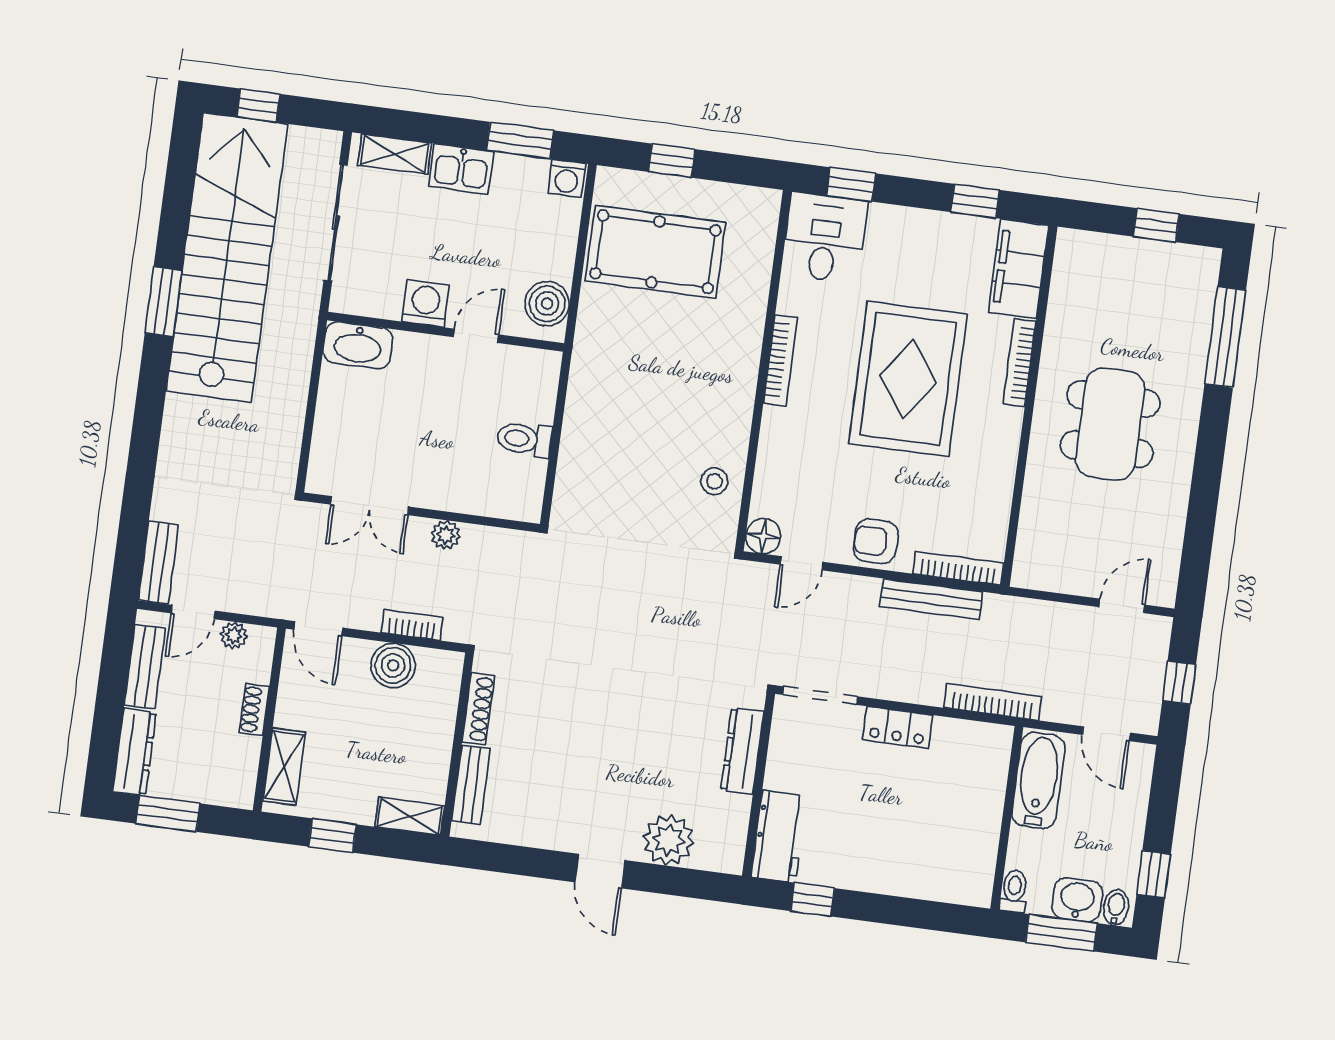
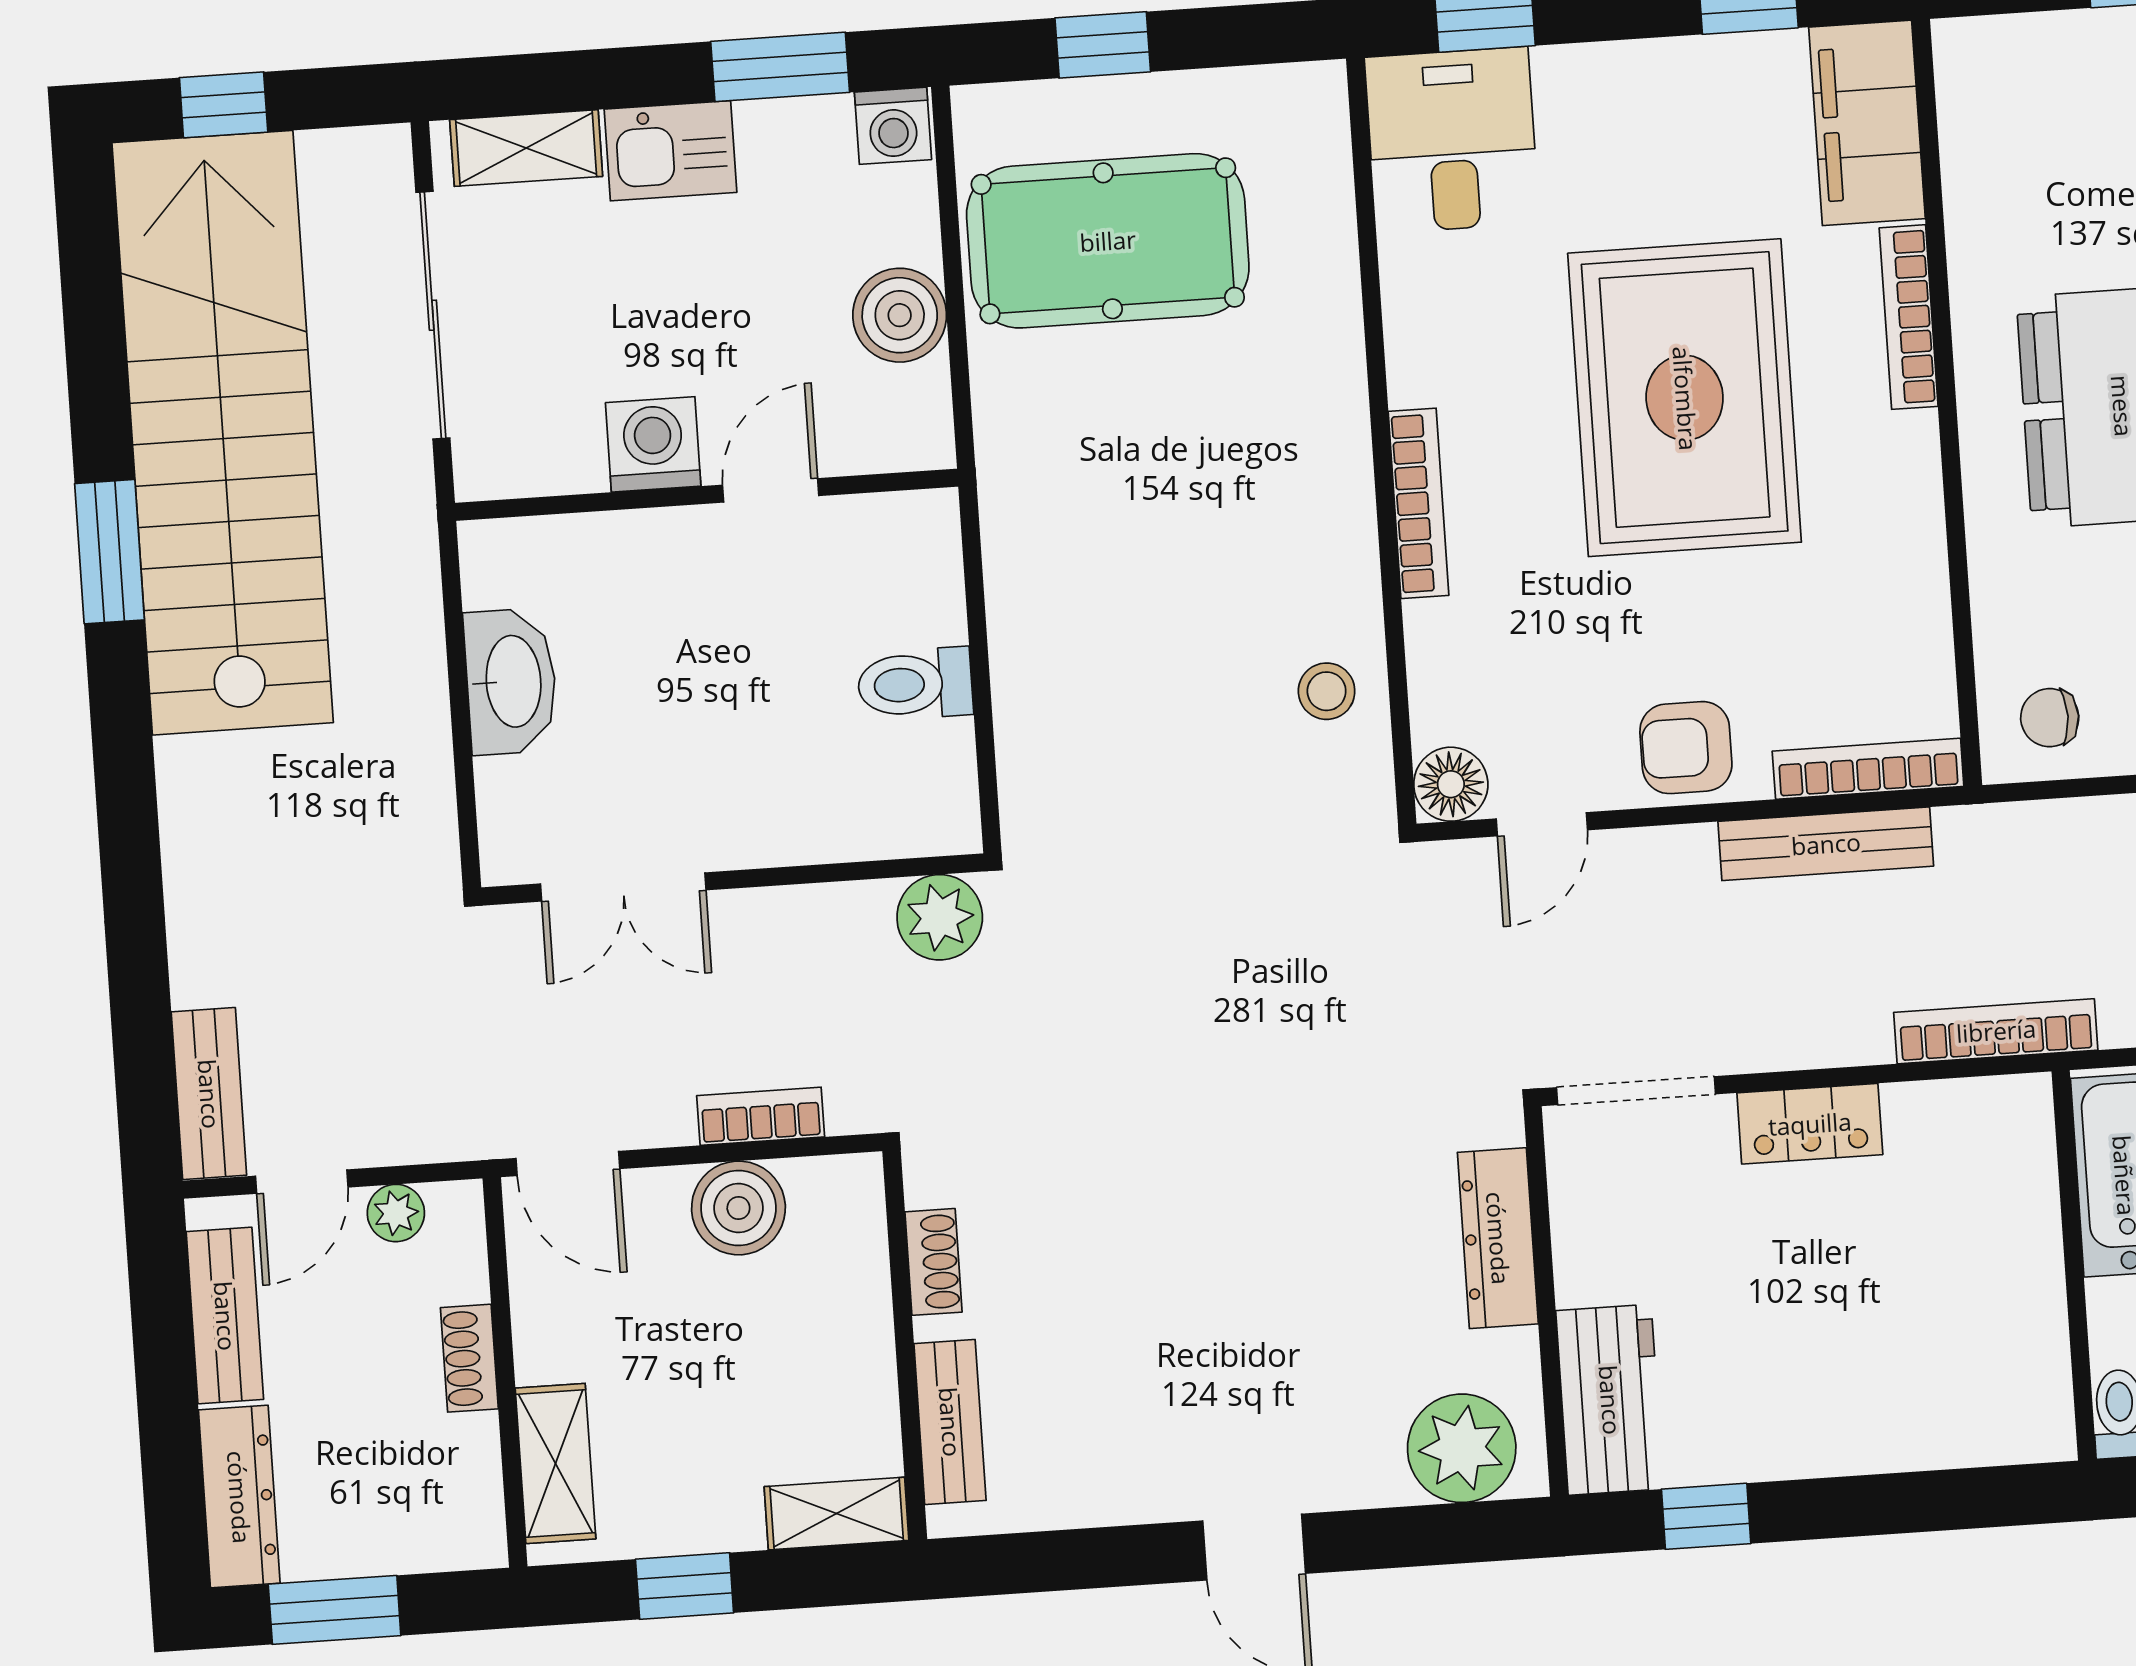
boiler: (547, 304) -> (900, 315), moved
washbasin: (358, 345) -> (511, 681), moved, turned -90
bookcase: (780, 360) -> (1419, 503), moved
plant: (446, 535) -> (940, 917), moved, width x1.38, depth x1.38
chair: (1047, 562) -> (2050, 718), added
shoe rack: (478, 709) -> (933, 1262), width x0.70
plant: (669, 840) -> (1462, 1448), moved

